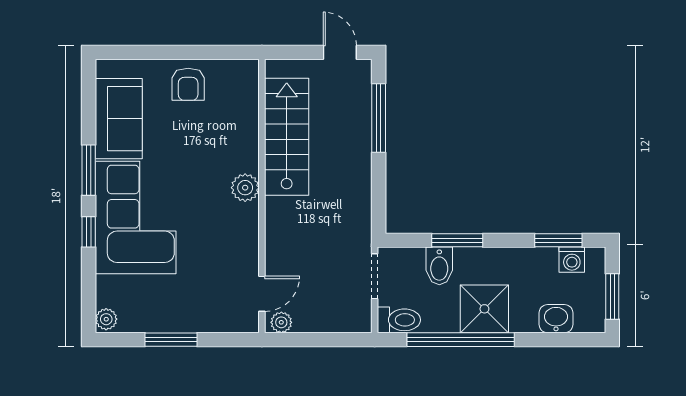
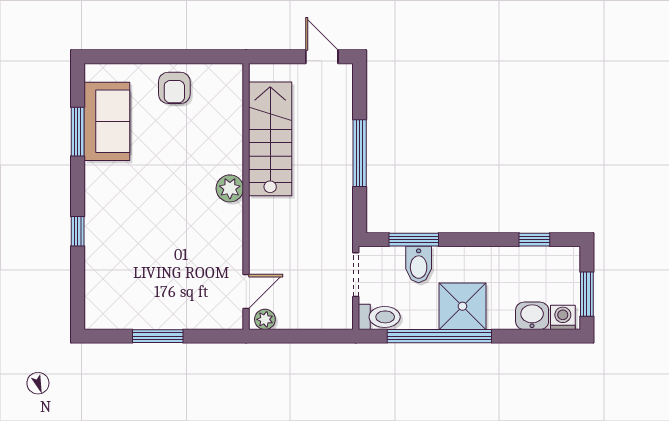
window: (379, 118) -> (360, 153), moved
window: (89, 170) -> (78, 132), moved
corner sofa: (136, 217) -> (123, 217), removed
window: (457, 240) -> (414, 240), moved
window: (558, 240) -> (534, 240), width x0.67
washing machine: (572, 260) -> (563, 317), moved, turned 180
plant: (106, 319) -> (95, 316), removed

